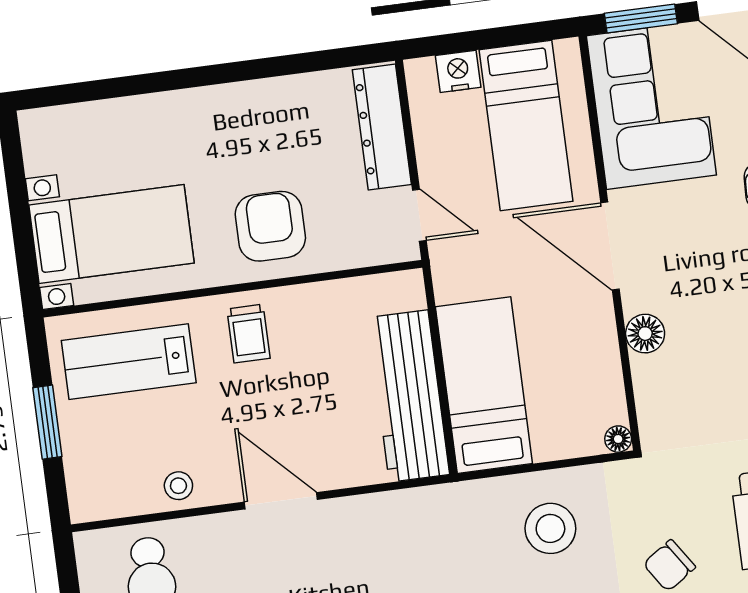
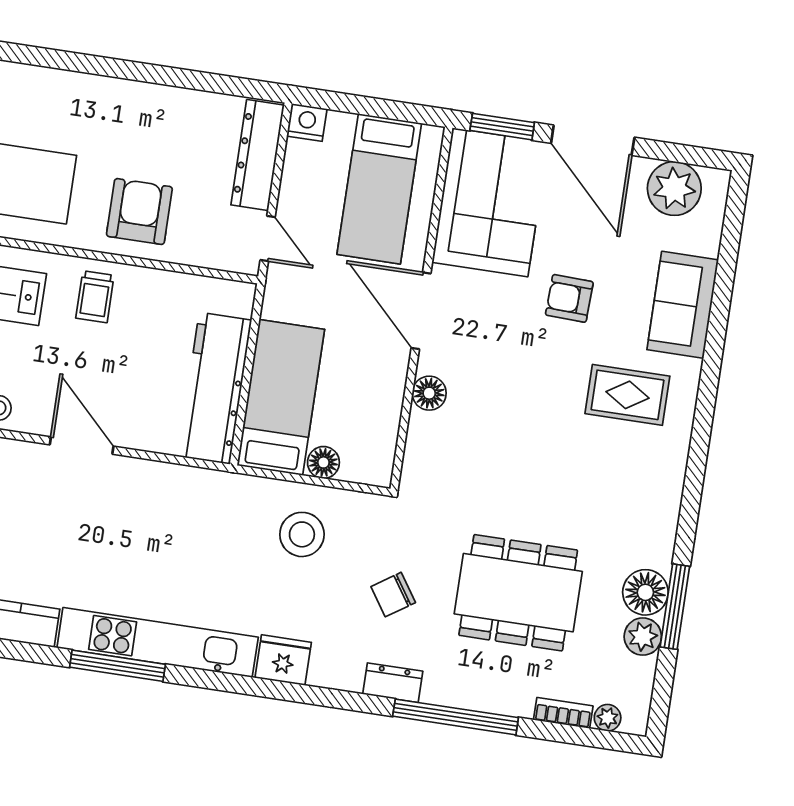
nightstand: (458, 71) -> (307, 122), moved
floor lamp: (618, 439) -> (323, 462), moved, width x1.37, depth x1.37

